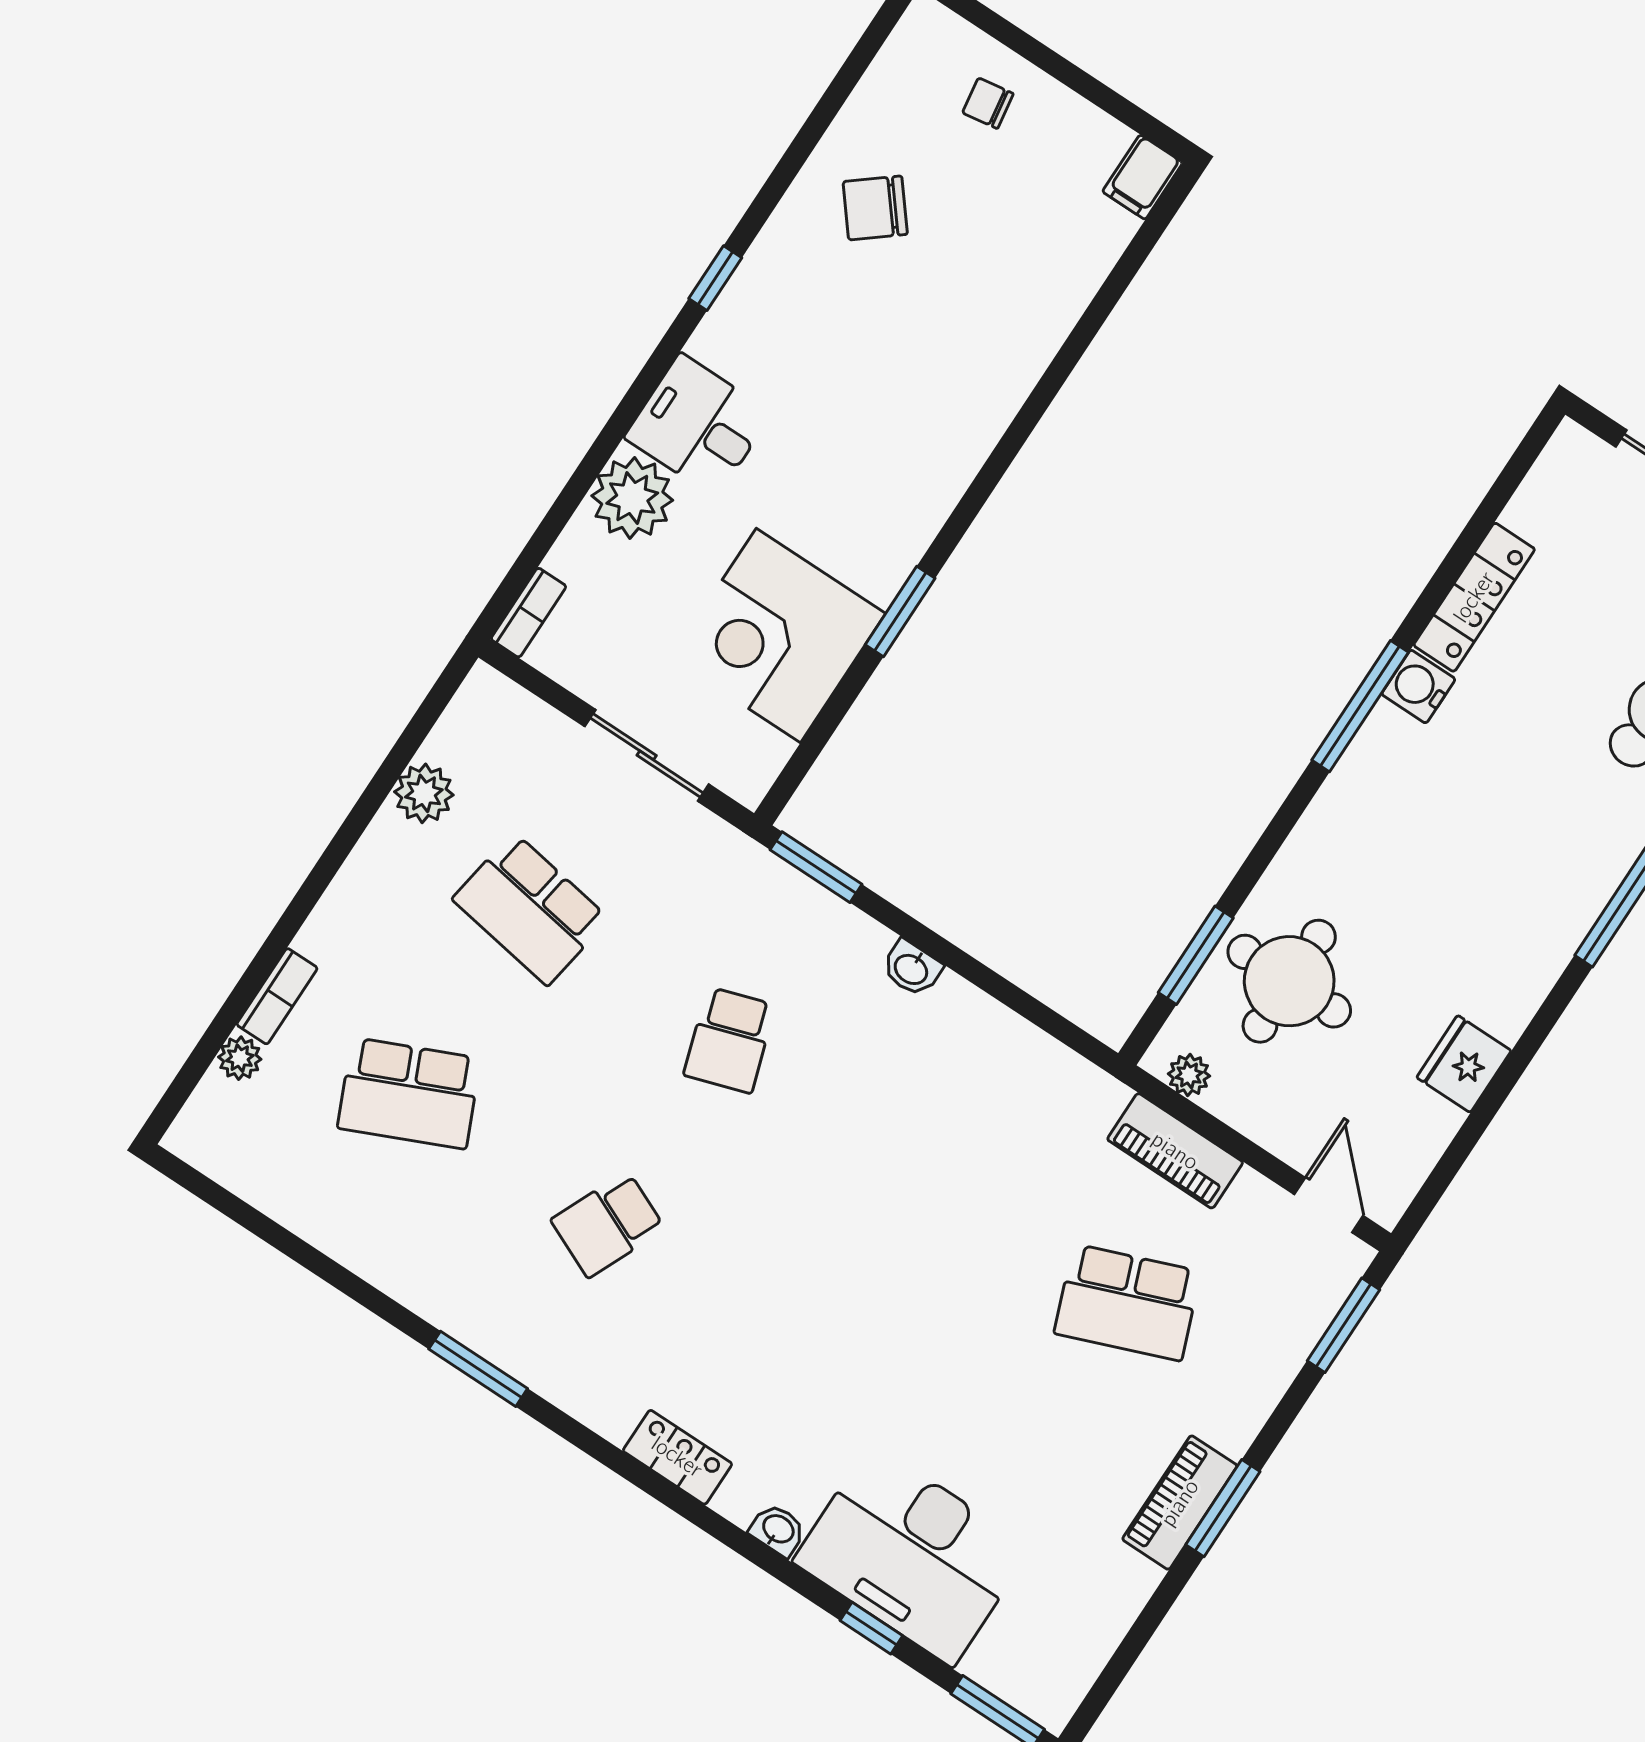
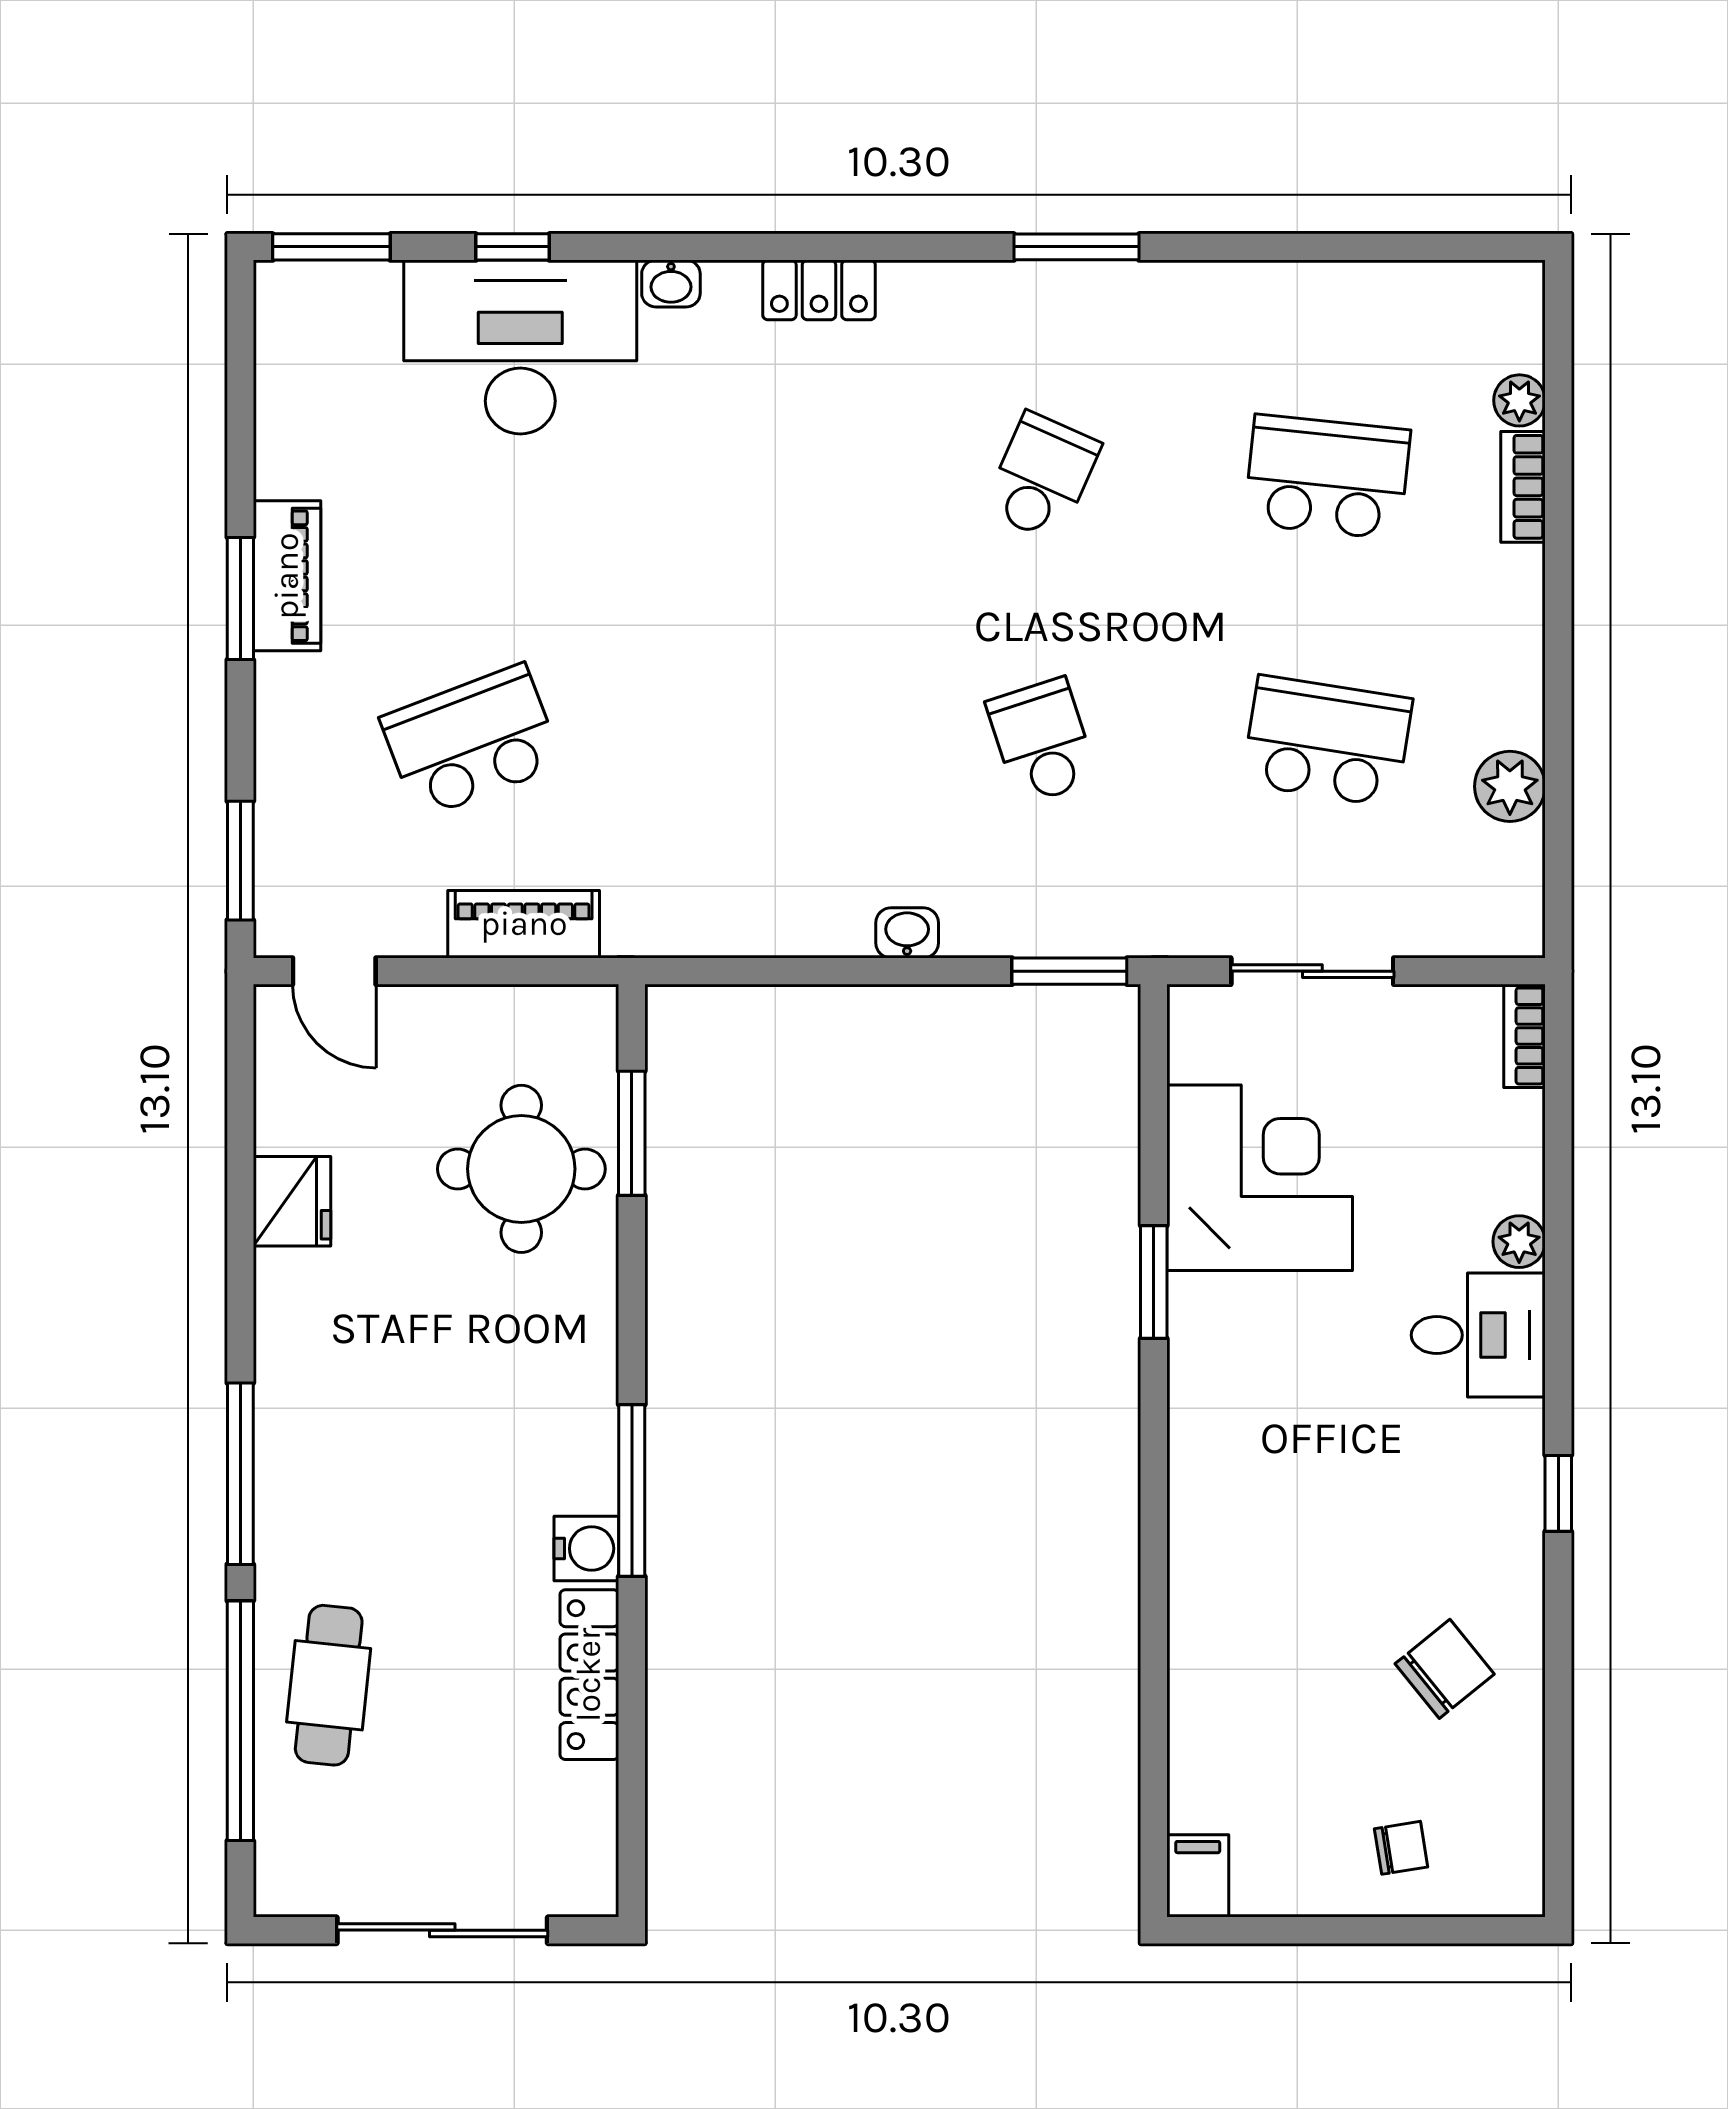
plant: (632, 498) -> (1519, 1242), width x0.53, depth x0.53
plant: (1189, 1075) -> (560, 1009), removed
school desk: (409, 1093) -> (1327, 477), turned 30

